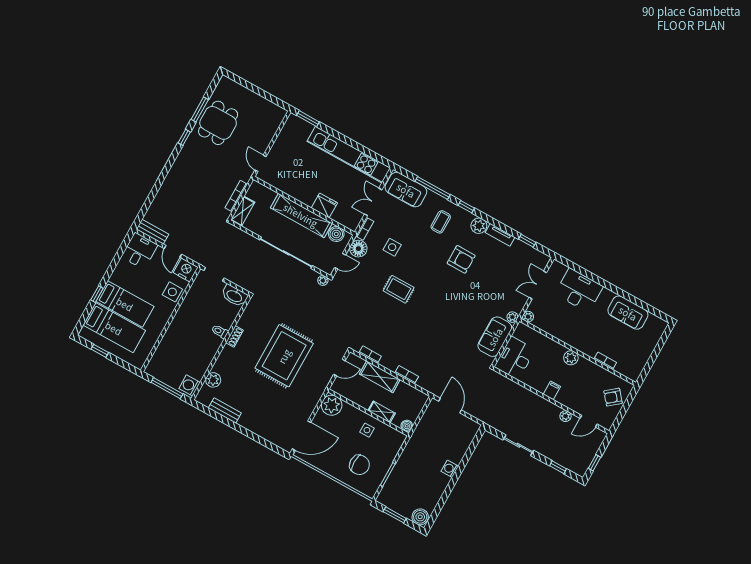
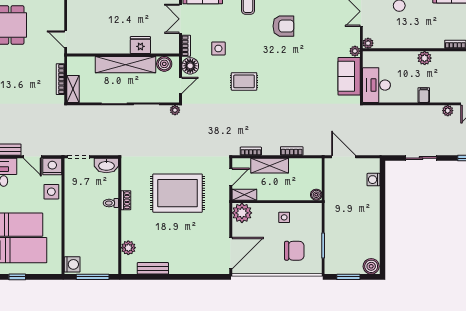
rug: (284, 356) -> (178, 193), turned 90
washing machine: (190, 385) -> (72, 264), moved, turned 180
shelving: (382, 412) -> (244, 195), moved
washing machine: (450, 469) -> (374, 180), moved

